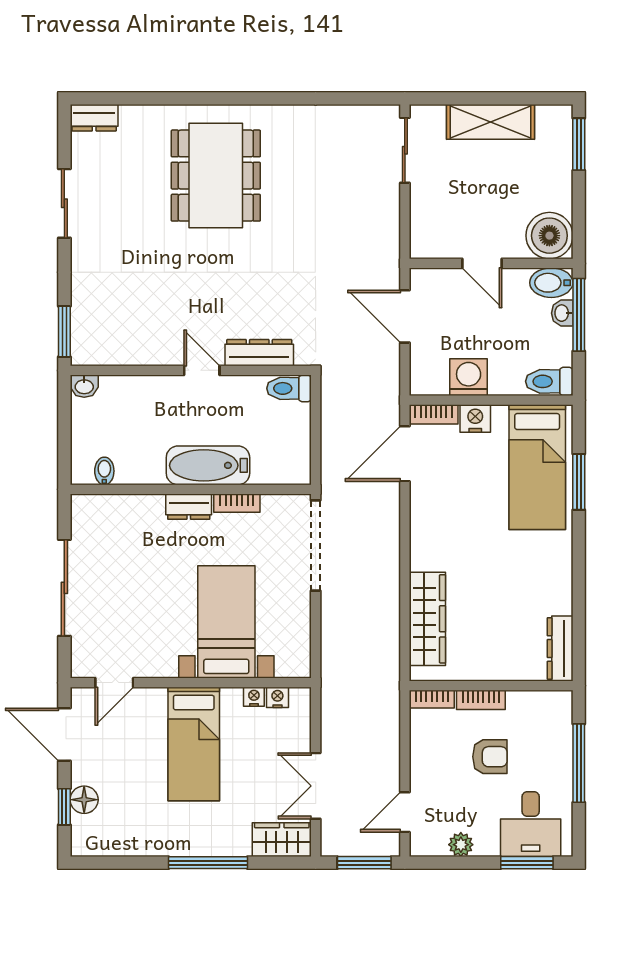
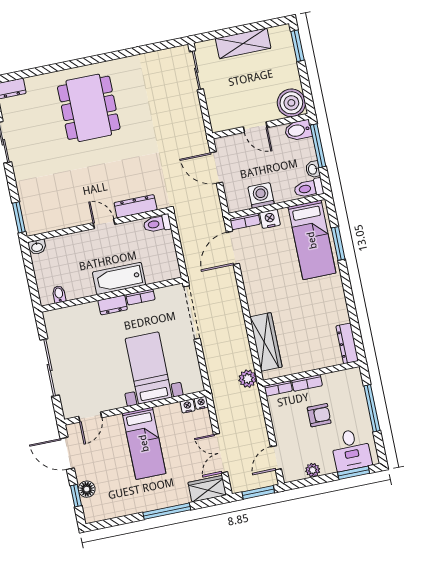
washbasin: (562, 313) -> (313, 169), moved
plant: (385, 673) -> (248, 379), added
nightstand: (254, 697) -> (201, 403), moved

